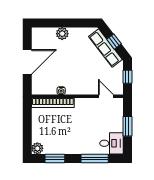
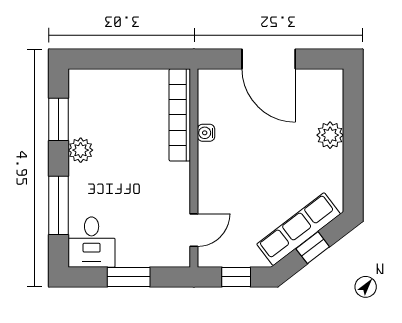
plant: (37, 148) -> (81, 150), moved

